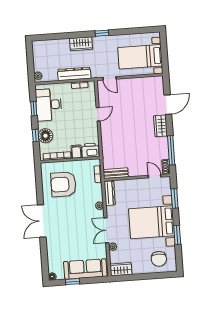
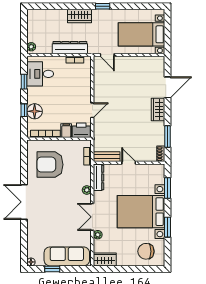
desk: (49, 105) -> (40, 74), width x0.73
door: (98, 114) -> (92, 110), moved
window: (171, 150) -> (167, 136), width x0.69
door: (155, 176) -> (129, 163), moved
chair: (159, 259) -> (146, 251), turned 90

